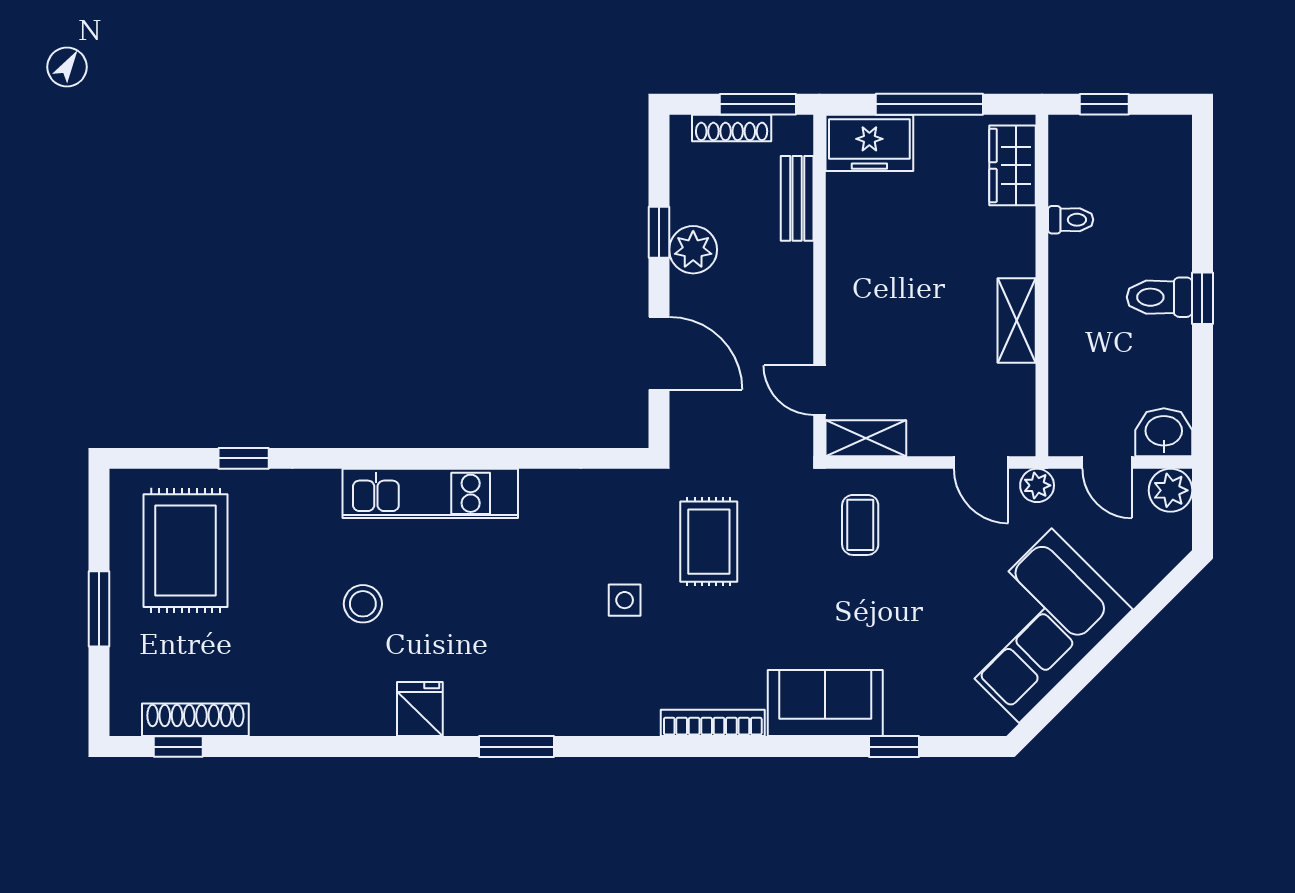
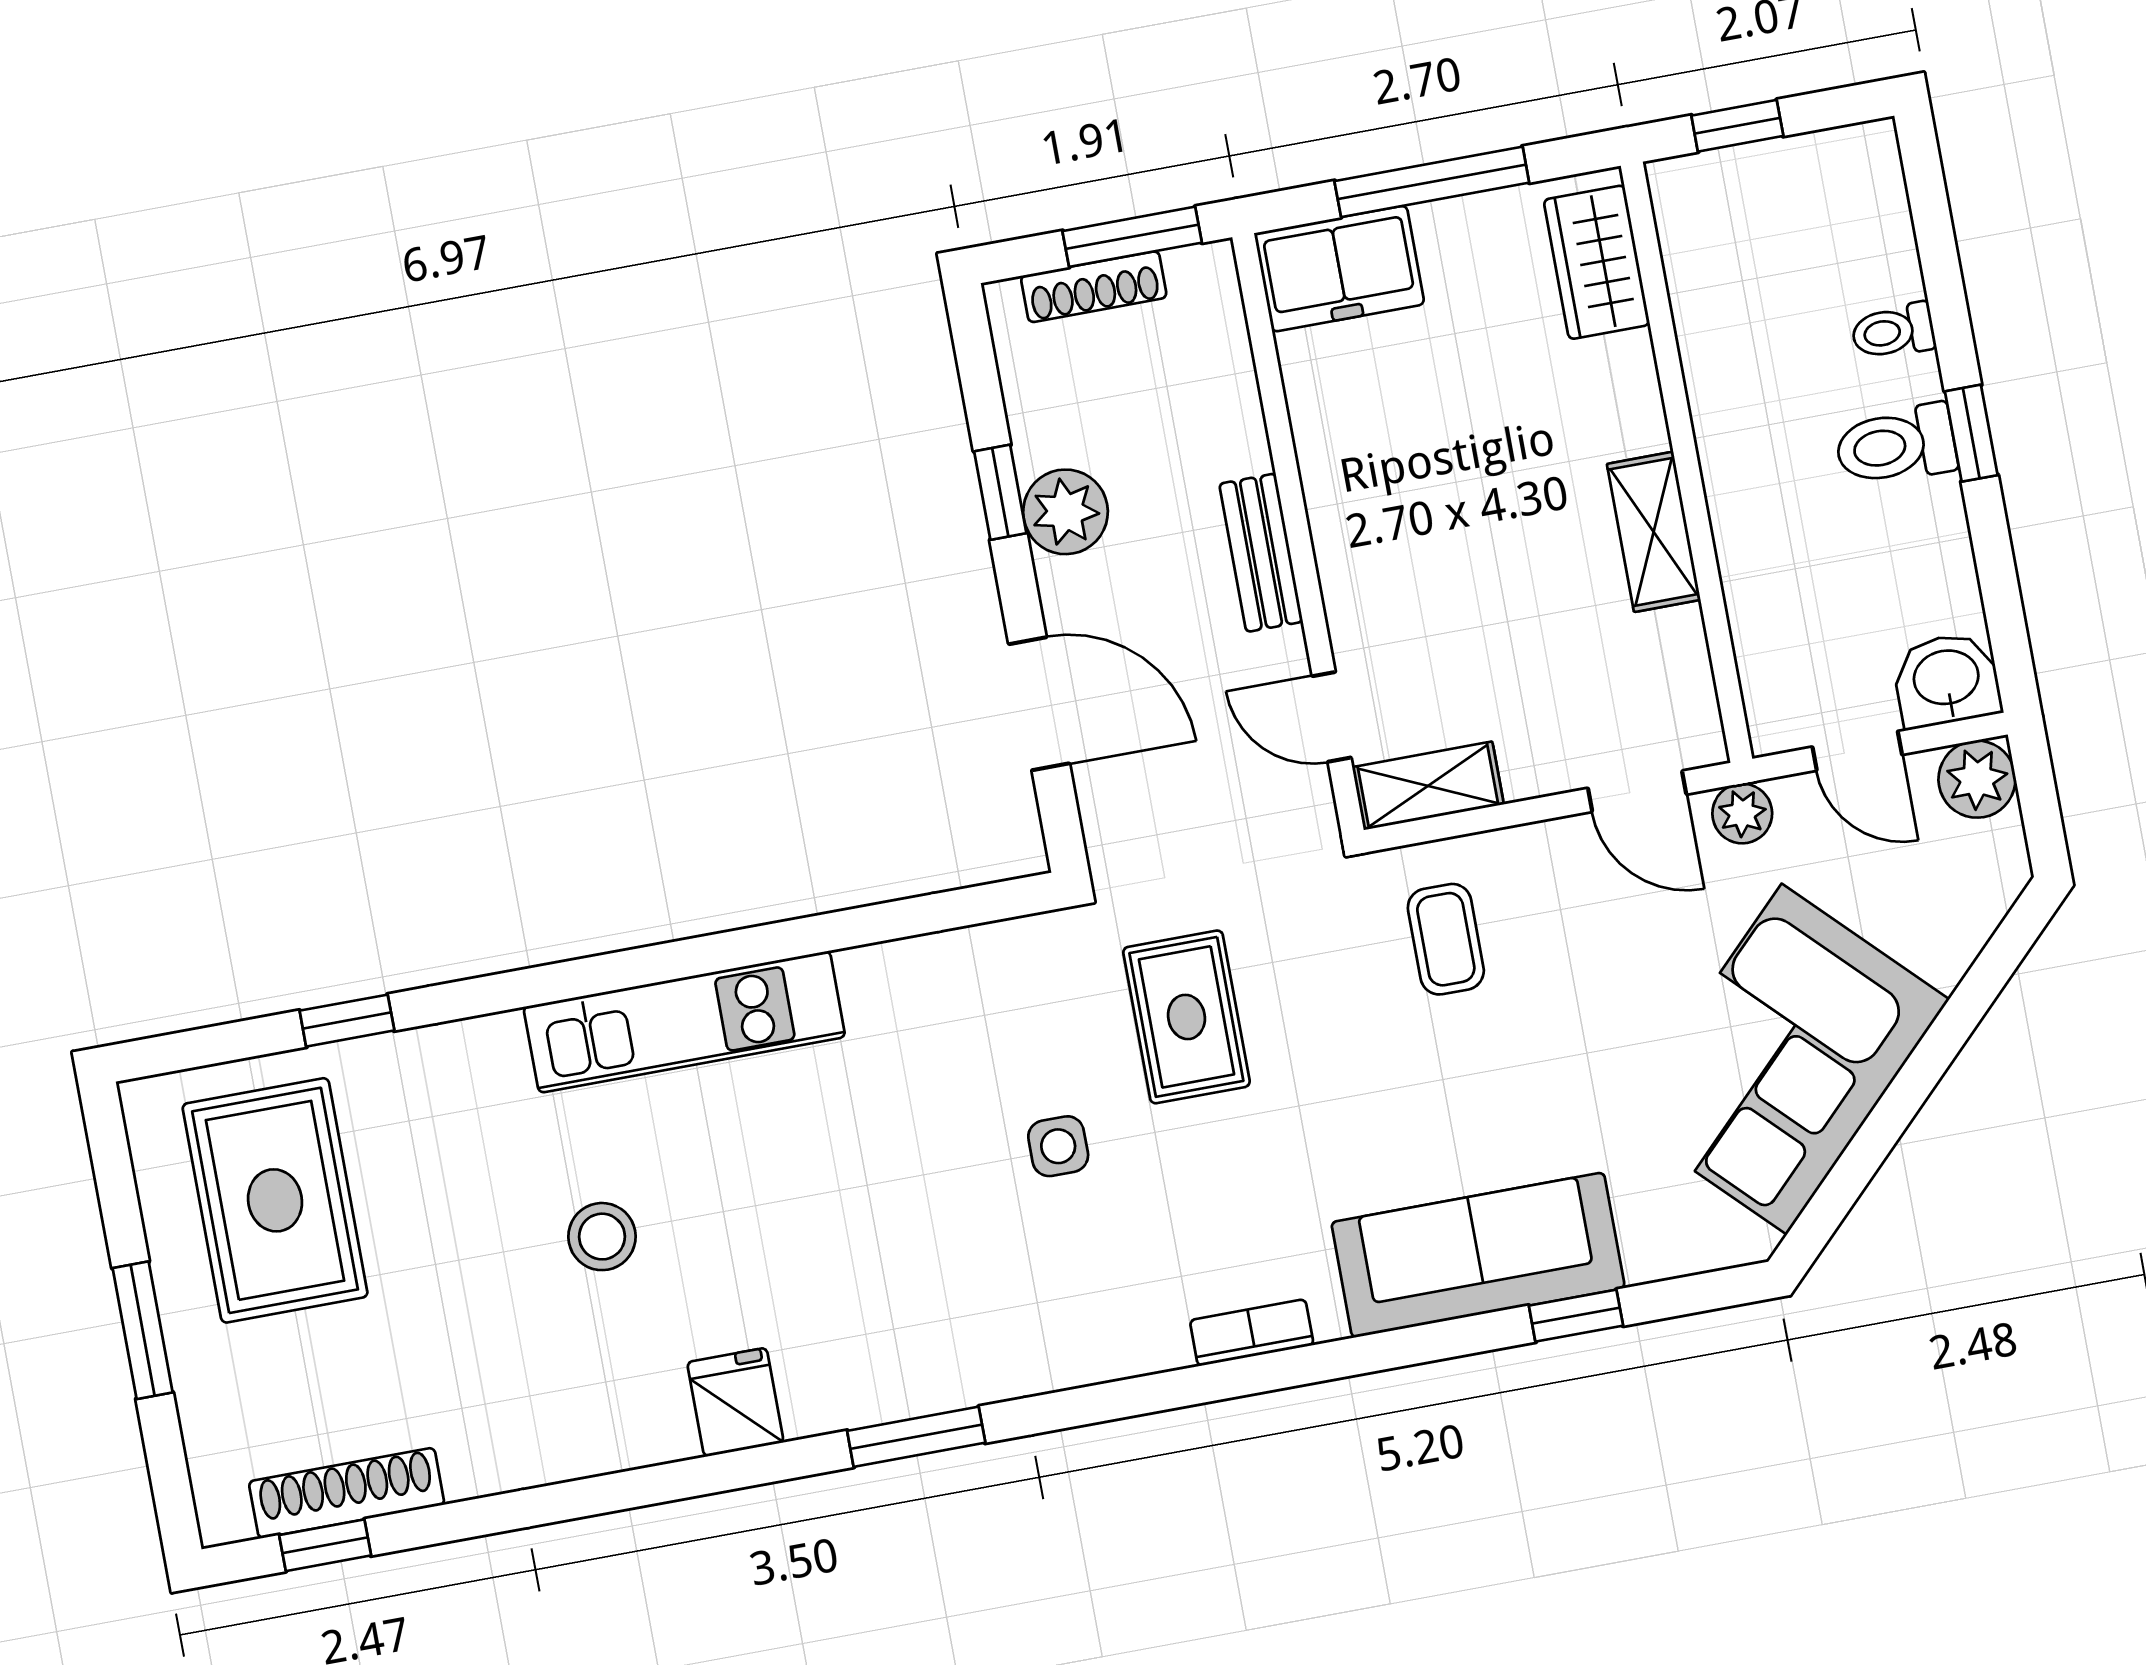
bench: (797, 198) -> (1261, 553), moved
toilet: (1071, 220) -> (1893, 331), moved, turned 180
sofa: (825, 703) -> (1478, 1255), width x1.36
bookcase: (713, 723) -> (1252, 1333), width x0.64

